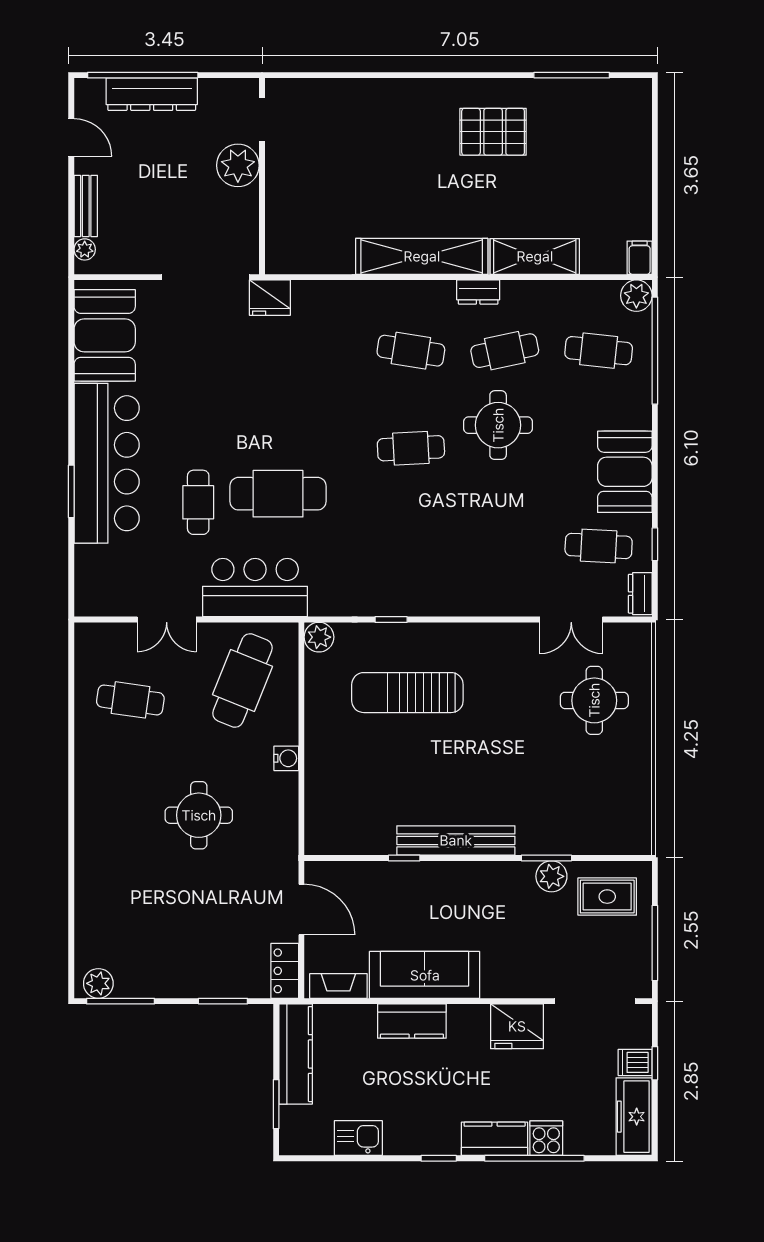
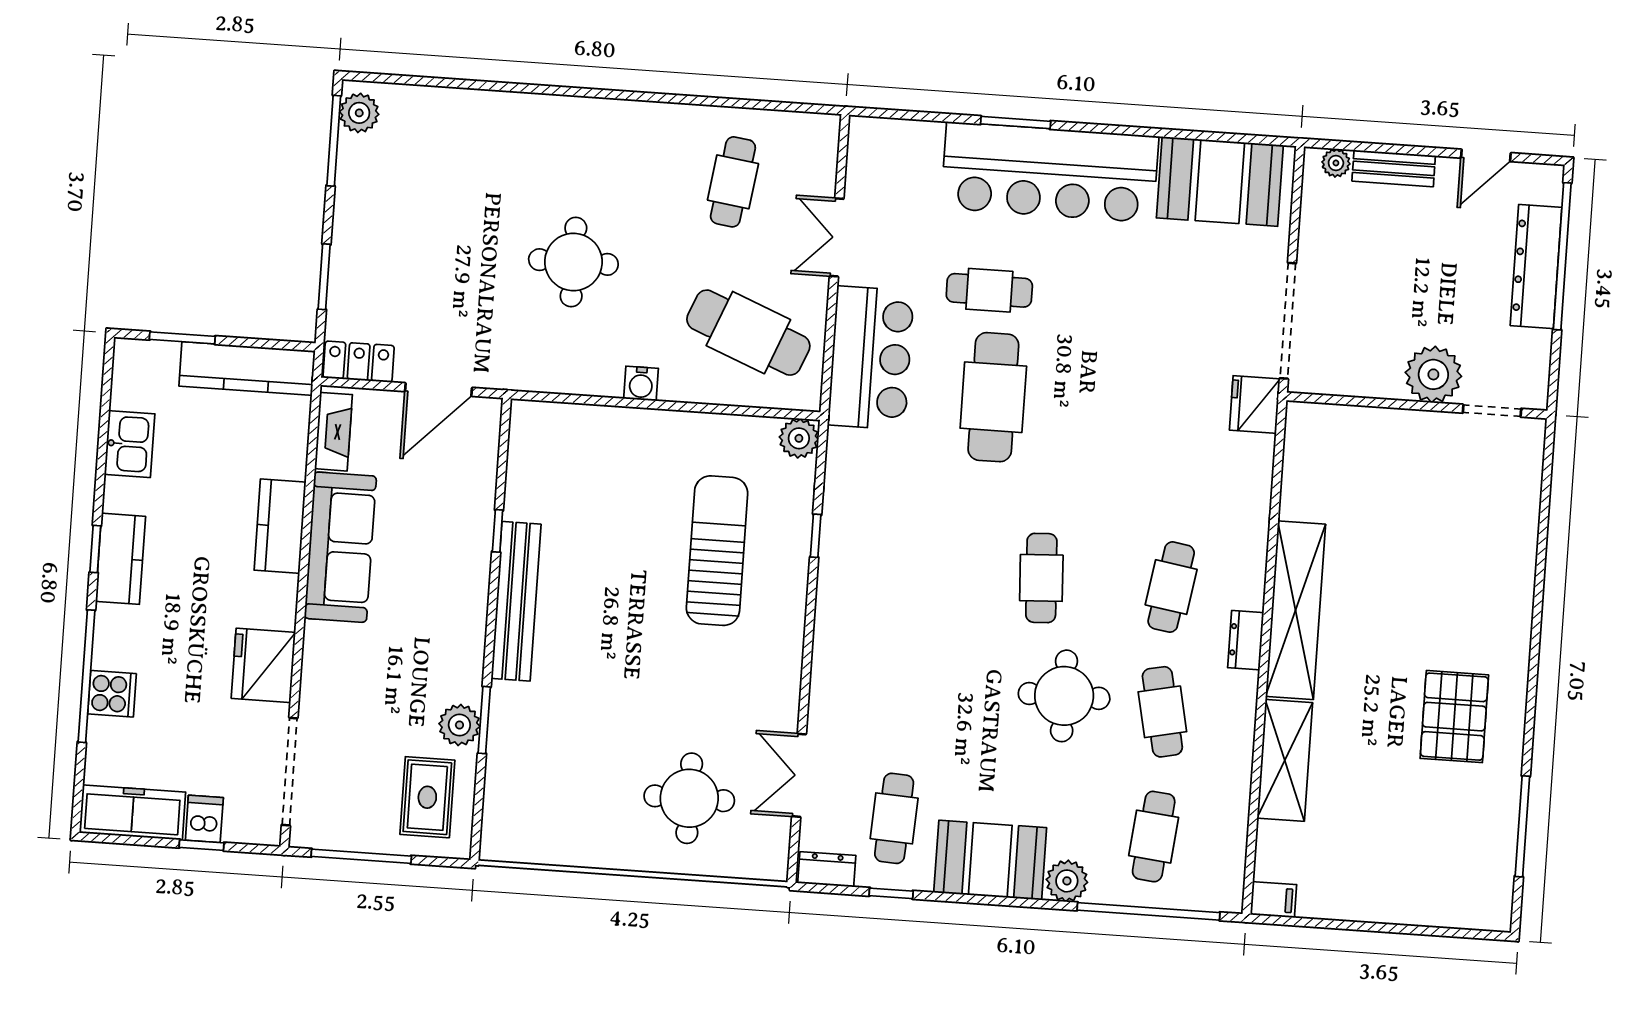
dresser: (478, 292) -> (1246, 640), moved
plant: (636, 296) -> (1067, 881), moved
kitchen counter: (495, 1139) -> (121, 559), moved

